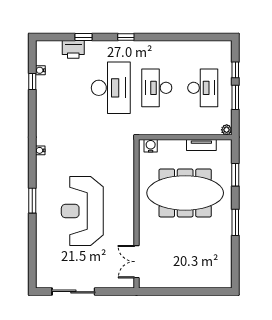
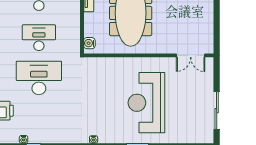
desk: (157, 88) -> (39, 38), turned 180
reception desk: (82, 211) -> (146, 103), turned 90

